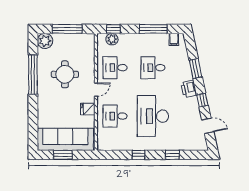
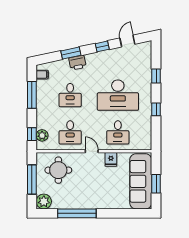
round table: (65, 74) -> (58, 170), moved
printer: (189, 89) -> (77, 63), moved

